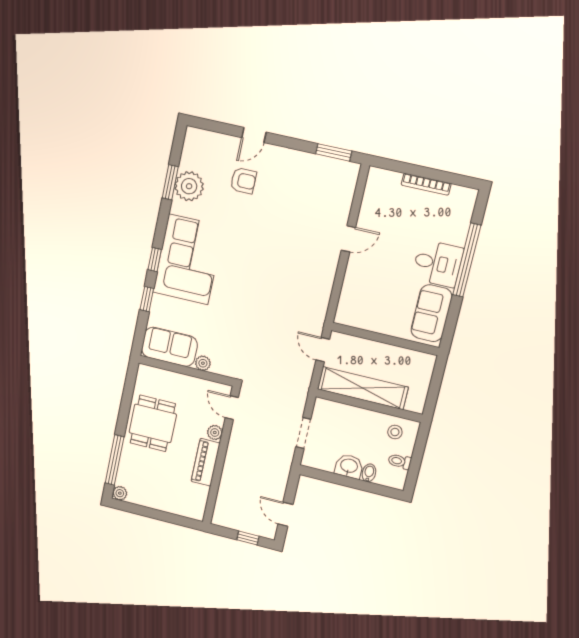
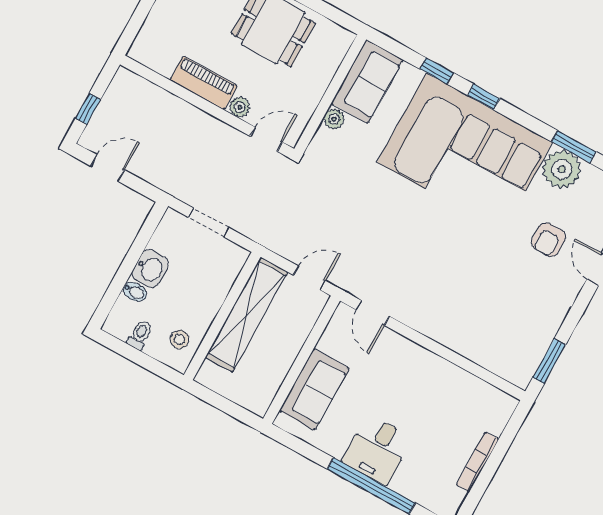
door: (348, 239) -> (373, 313), moved
corner sofa: (188, 259) -> (465, 152), width x1.36, depth x1.36
sofa: (431, 313) -> (314, 389), moved, turned 90

